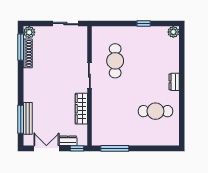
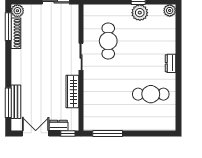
plant: (145, 34) -> (140, 13), added

